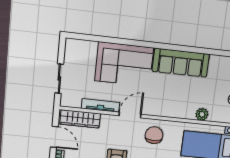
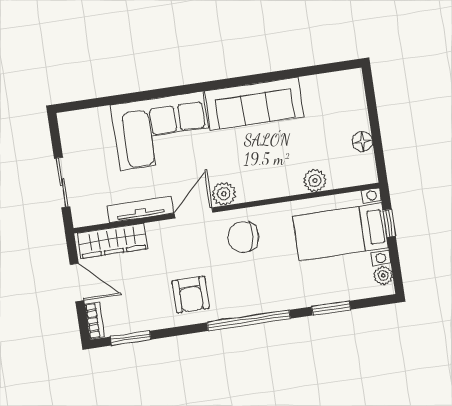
plant: (150, 109) -> (224, 194), added
chair: (154, 135) -> (243, 237), turned -84

